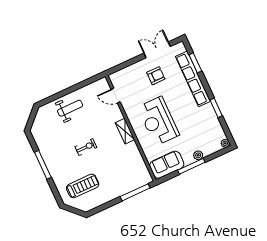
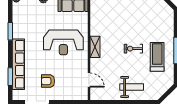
weight bench: (70, 108) -> (132, 87), turned 180
reception desk: (158, 121) -> (63, 42), turned 90
treadmill: (83, 186) -> (157, 57), moved, turned 90

